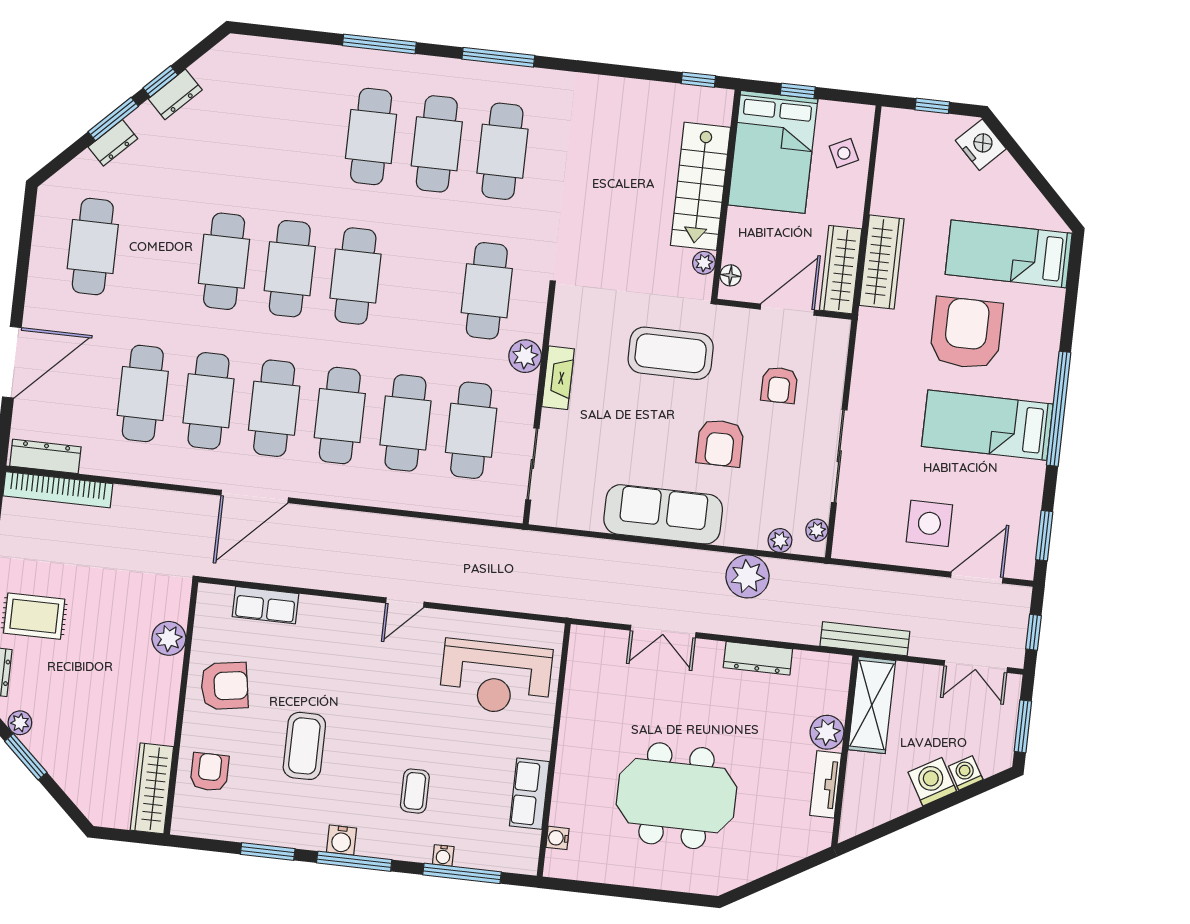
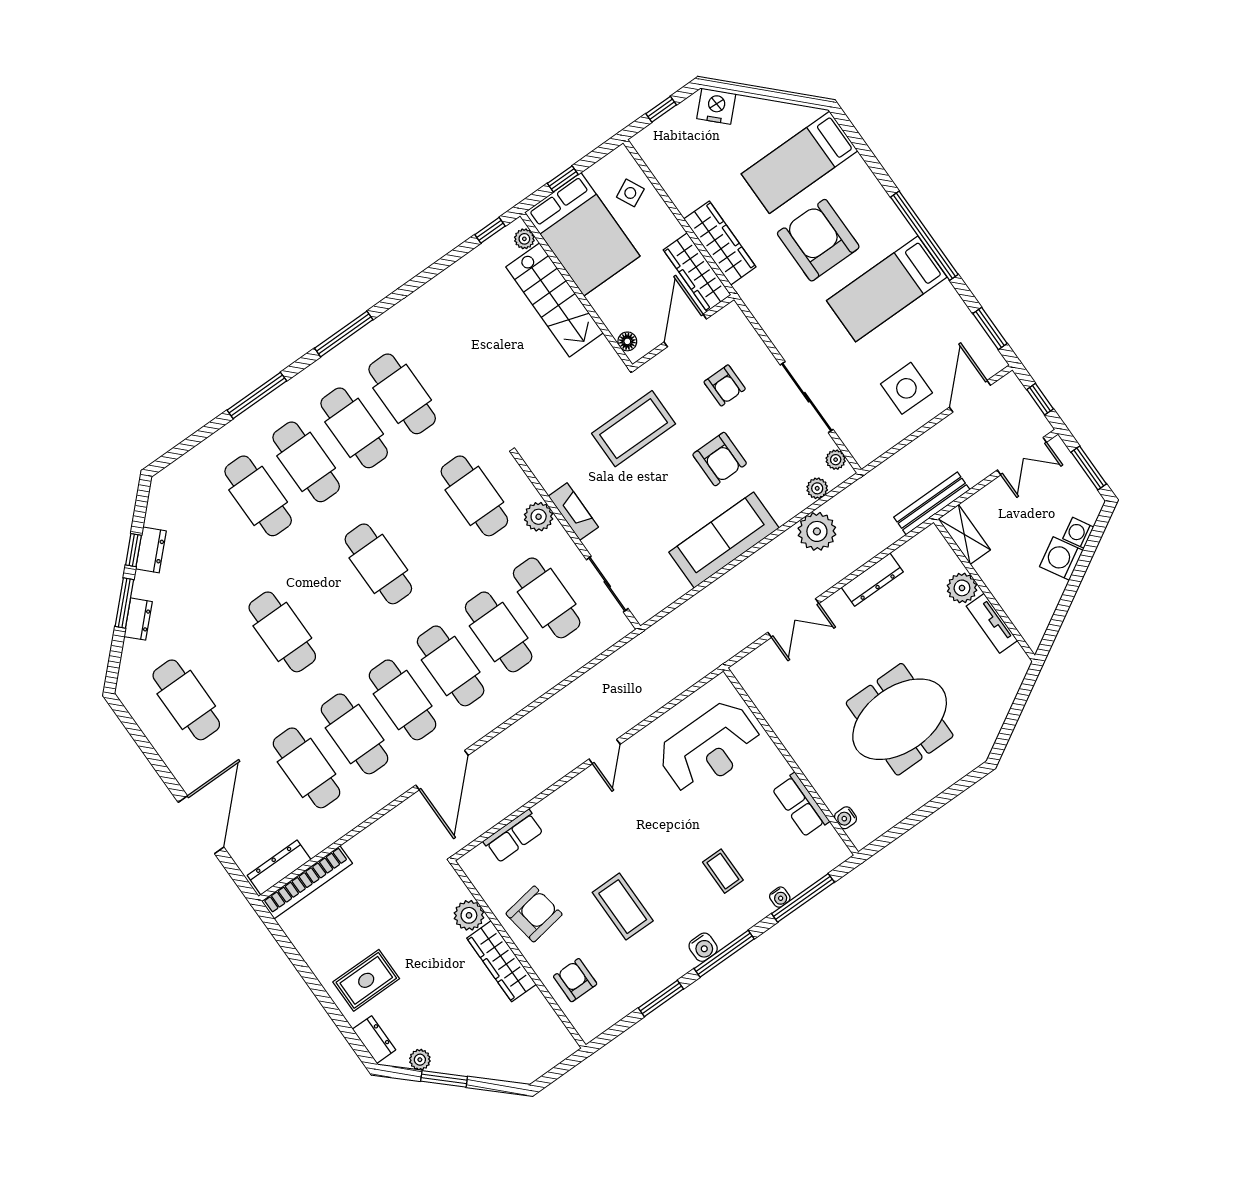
plant: (704, 263) -> (524, 239), moved
cafe table: (290, 269) -> (258, 496), moved
shelving: (872, 705) -> (964, 534), width x0.67, depth x0.75
wardrobe: (152, 788) -> (501, 961), moved

